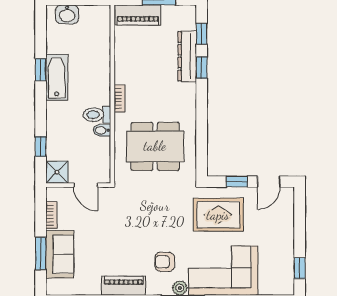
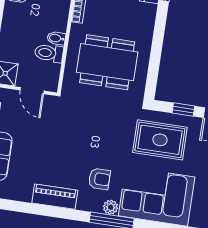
toilet: (97, 115) -> (49, 53), moved
armchair: (165, 262) -> (99, 179), turned 180

